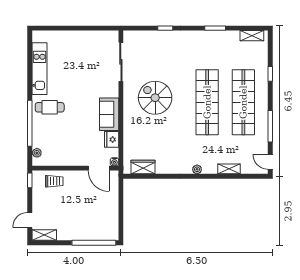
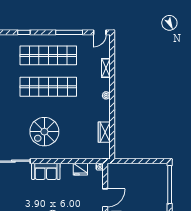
sofa: (109, 114) -> (46, 171), moved
wardrobe: (143, 167) -> (104, 132), moved
door: (99, 168) -> (105, 198), moved

